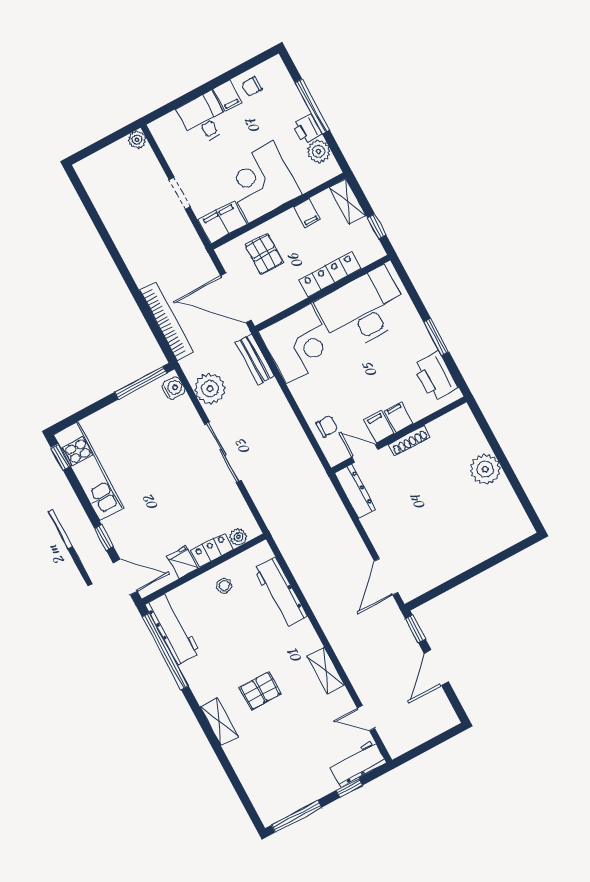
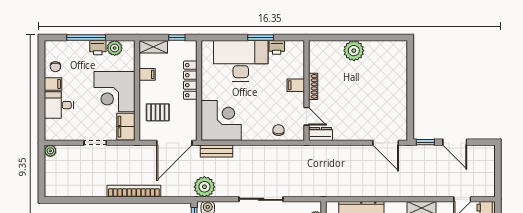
desk: (363, 310) -> (241, 61), moved, turned 90
bookcase: (166, 321) -> (134, 191), moved
printer: (435, 376) -> (277, 47), width x0.53, depth x0.68
plant: (210, 389) -> (204, 187), moved
filing cabinet: (379, 427) -> (295, 100), removed
door: (365, 453) -> (306, 116), swing flipped
dresser: (355, 491) -> (320, 134), width x0.70

